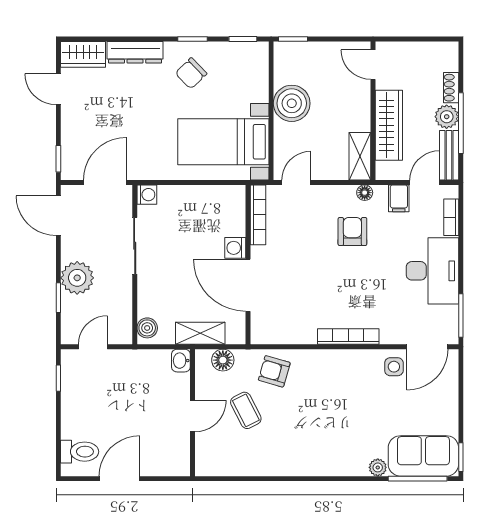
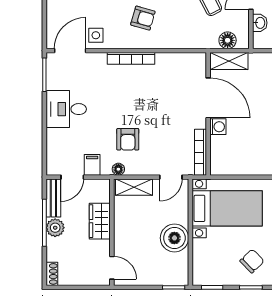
shoe rack: (451, 88) -> (52, 274), moved
wardrobe: (389, 125) -> (100, 221), width x0.67
shelving: (360, 156) -> (134, 187), moved, turned 90
bookcase: (451, 217) -> (52, 150), removed
desk: (432, 271) -> (66, 109), width x0.73
shelving: (200, 333) -> (229, 61), moved
washbasin: (181, 361) -> (260, 23), moved
armchair: (274, 371) -> (143, 18), moved

